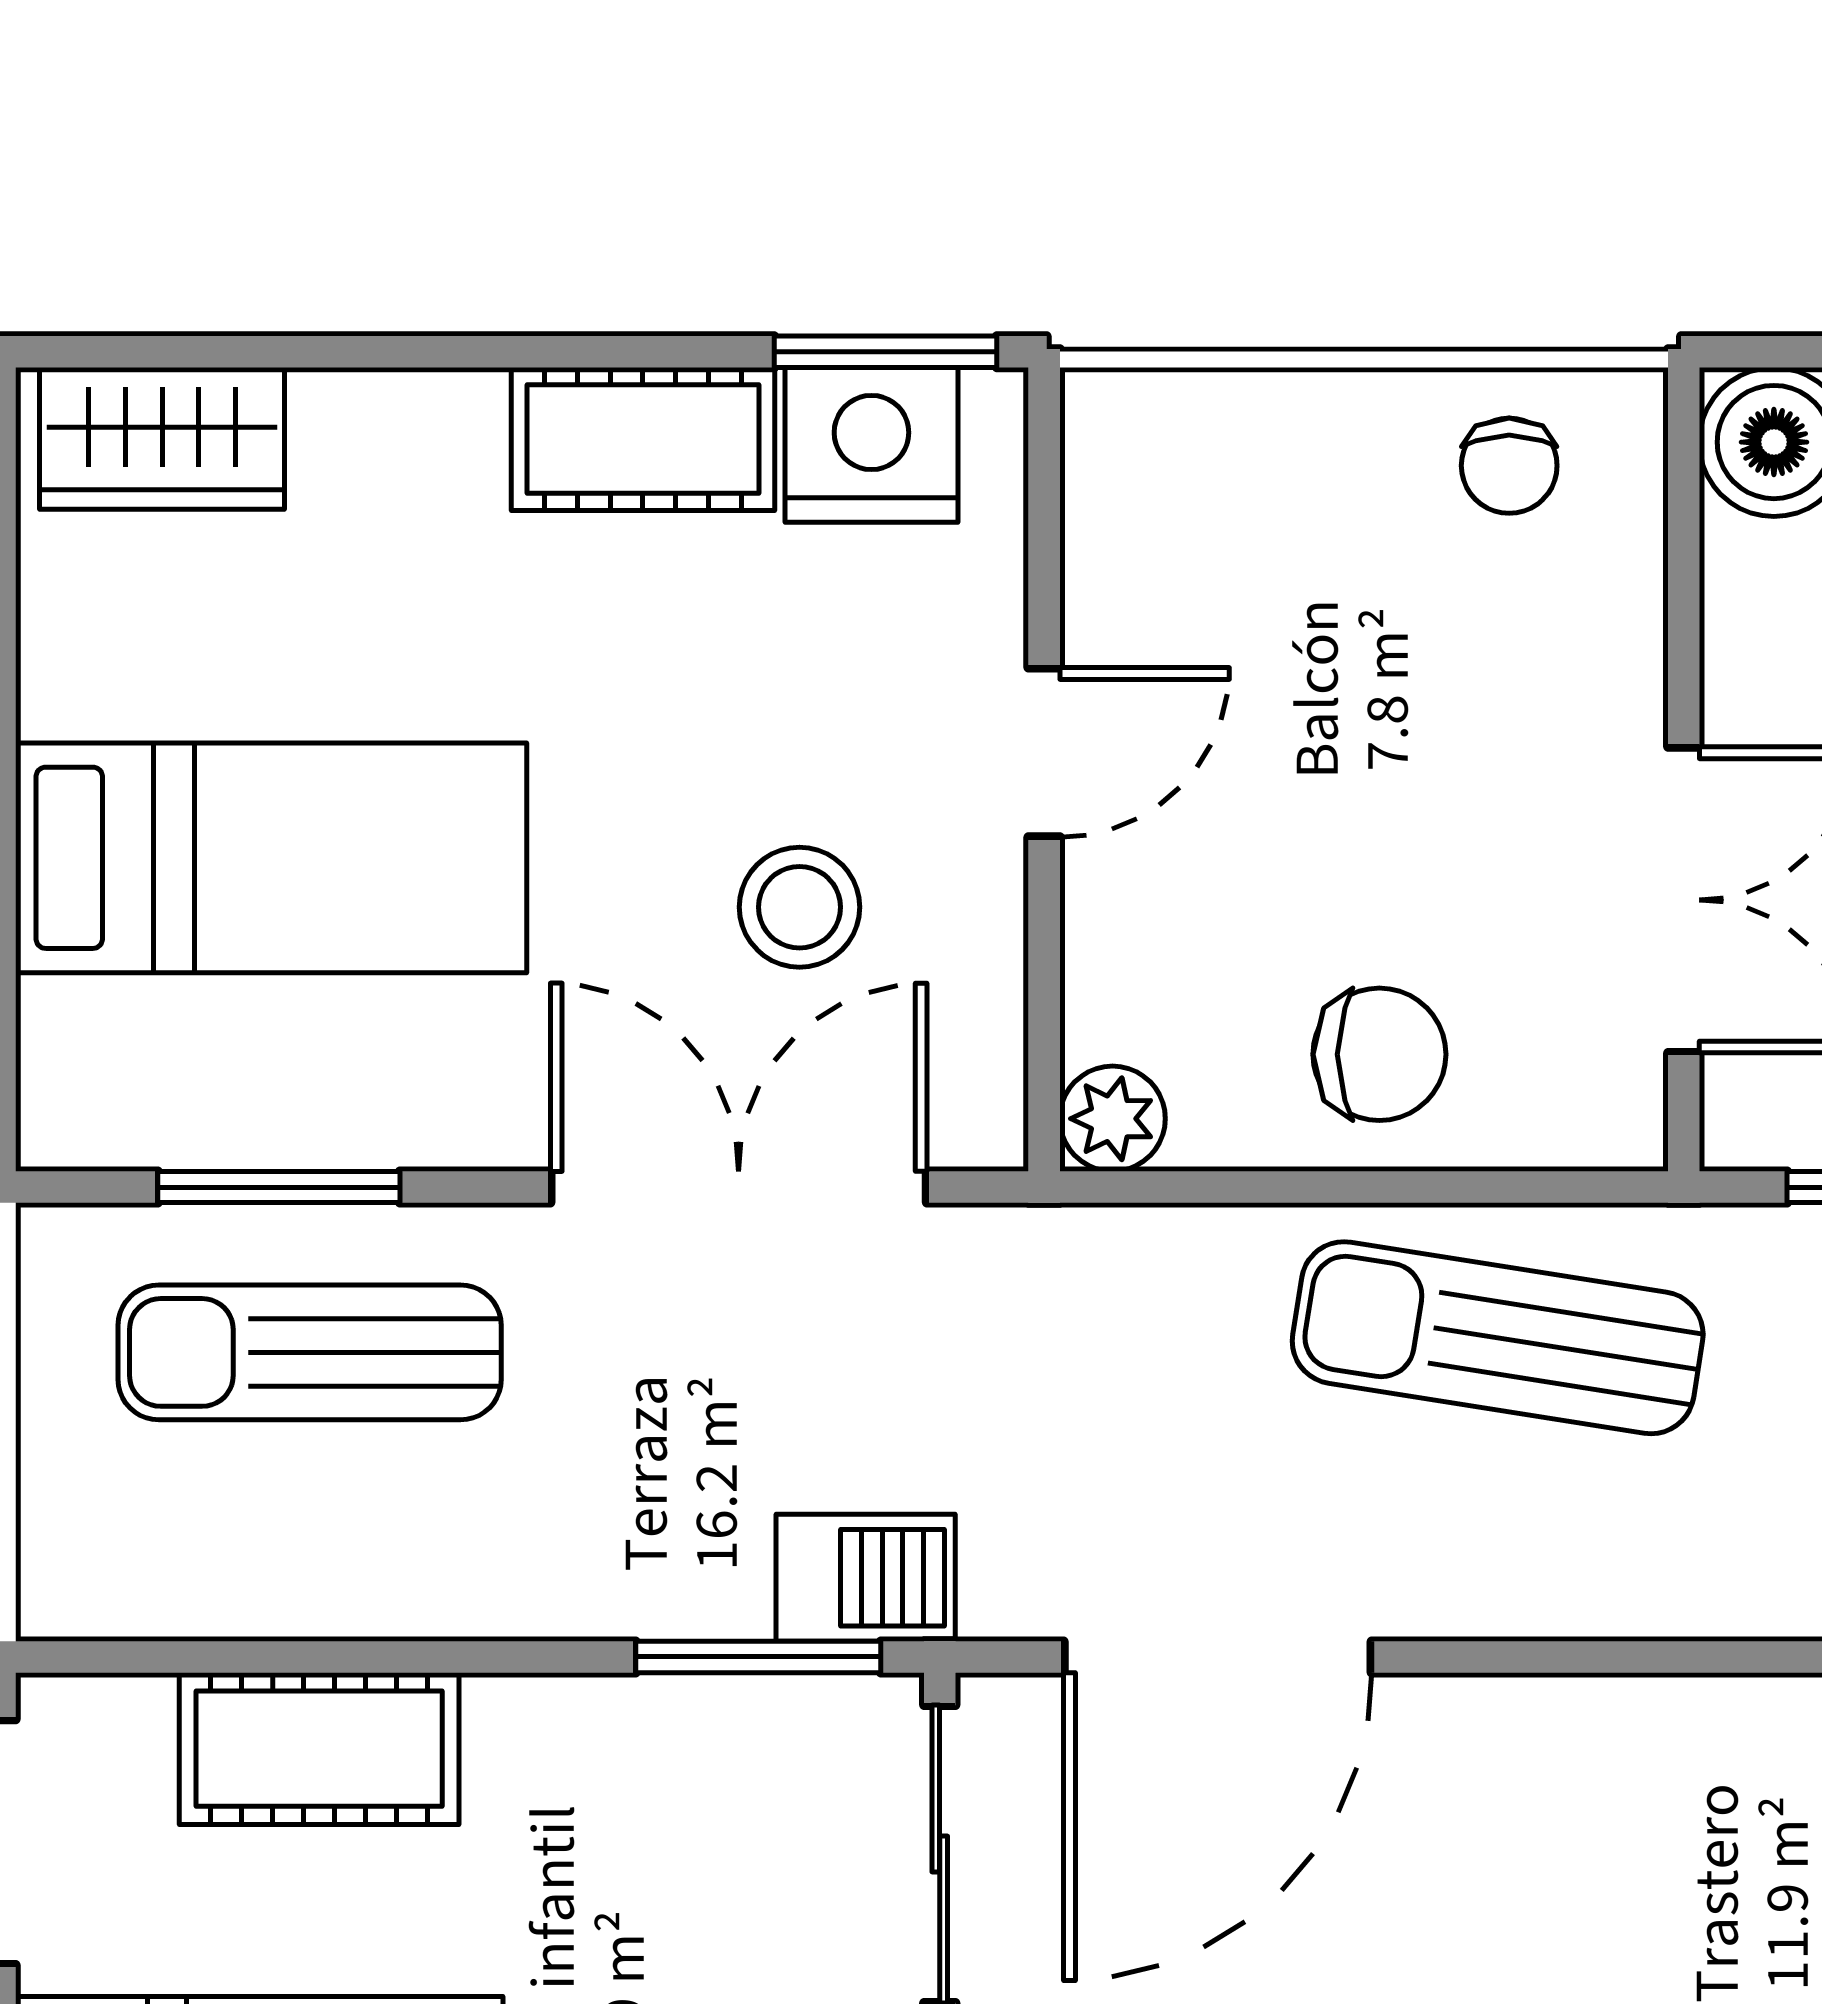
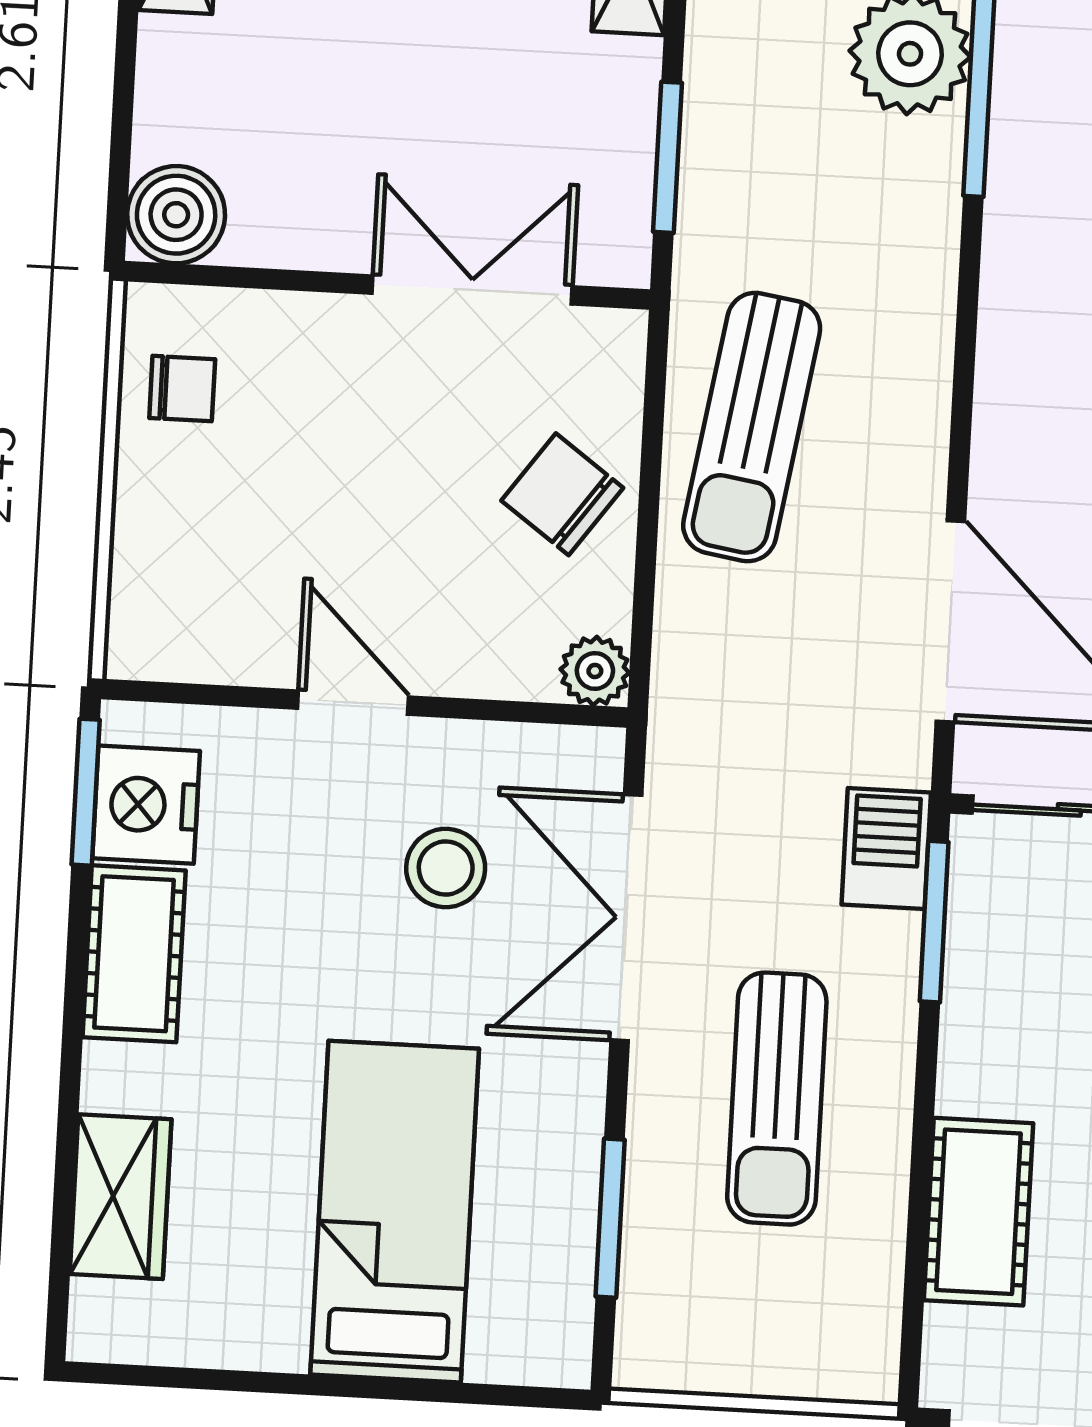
wardrobe: (162, 438) -> (121, 1197), moved
chair: (1379, 1054) -> (562, 494), turned -54
sun lounger: (310, 1352) -> (777, 1099), moved

